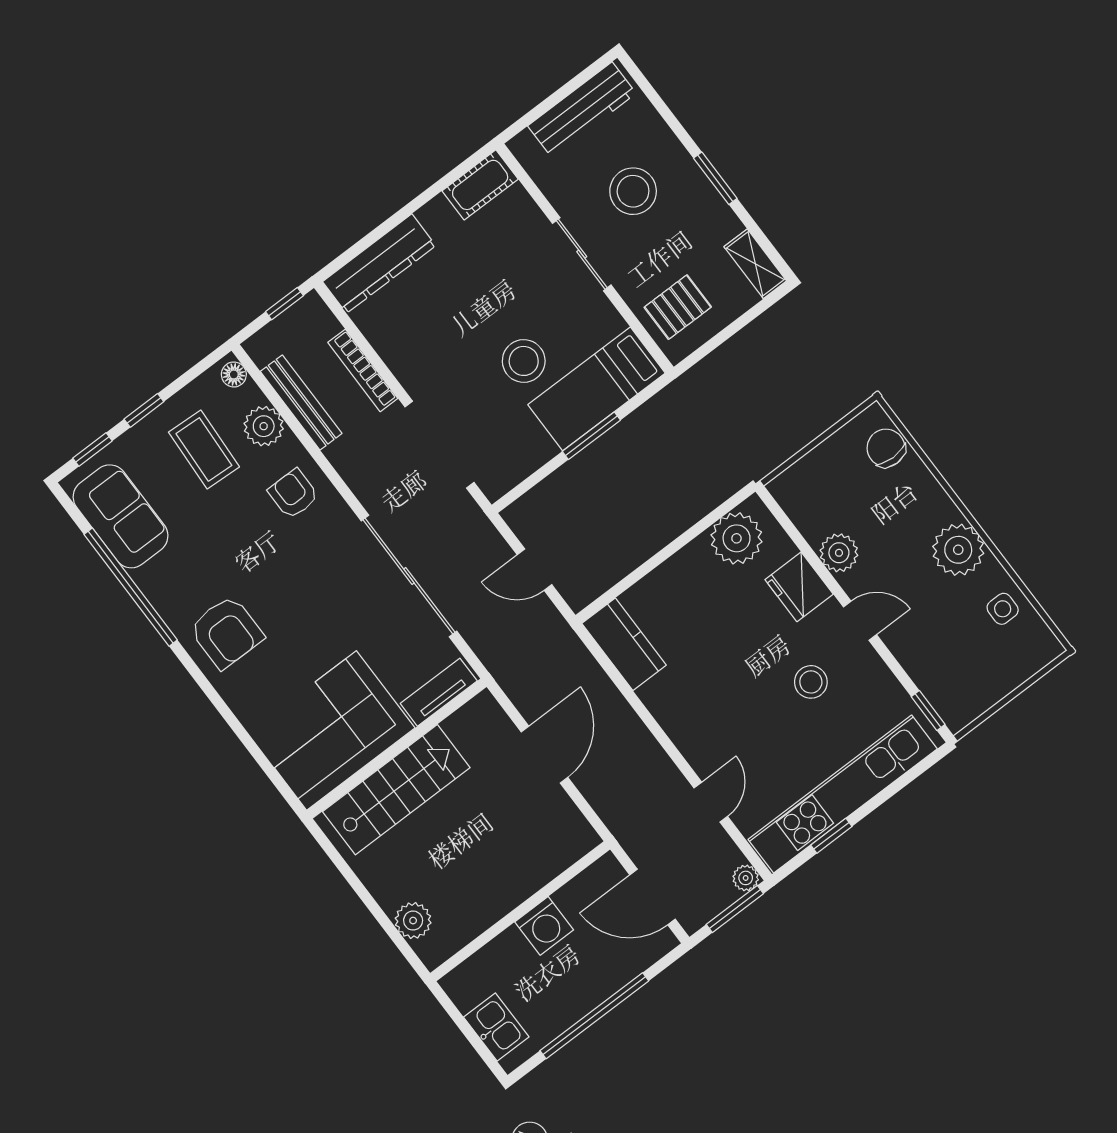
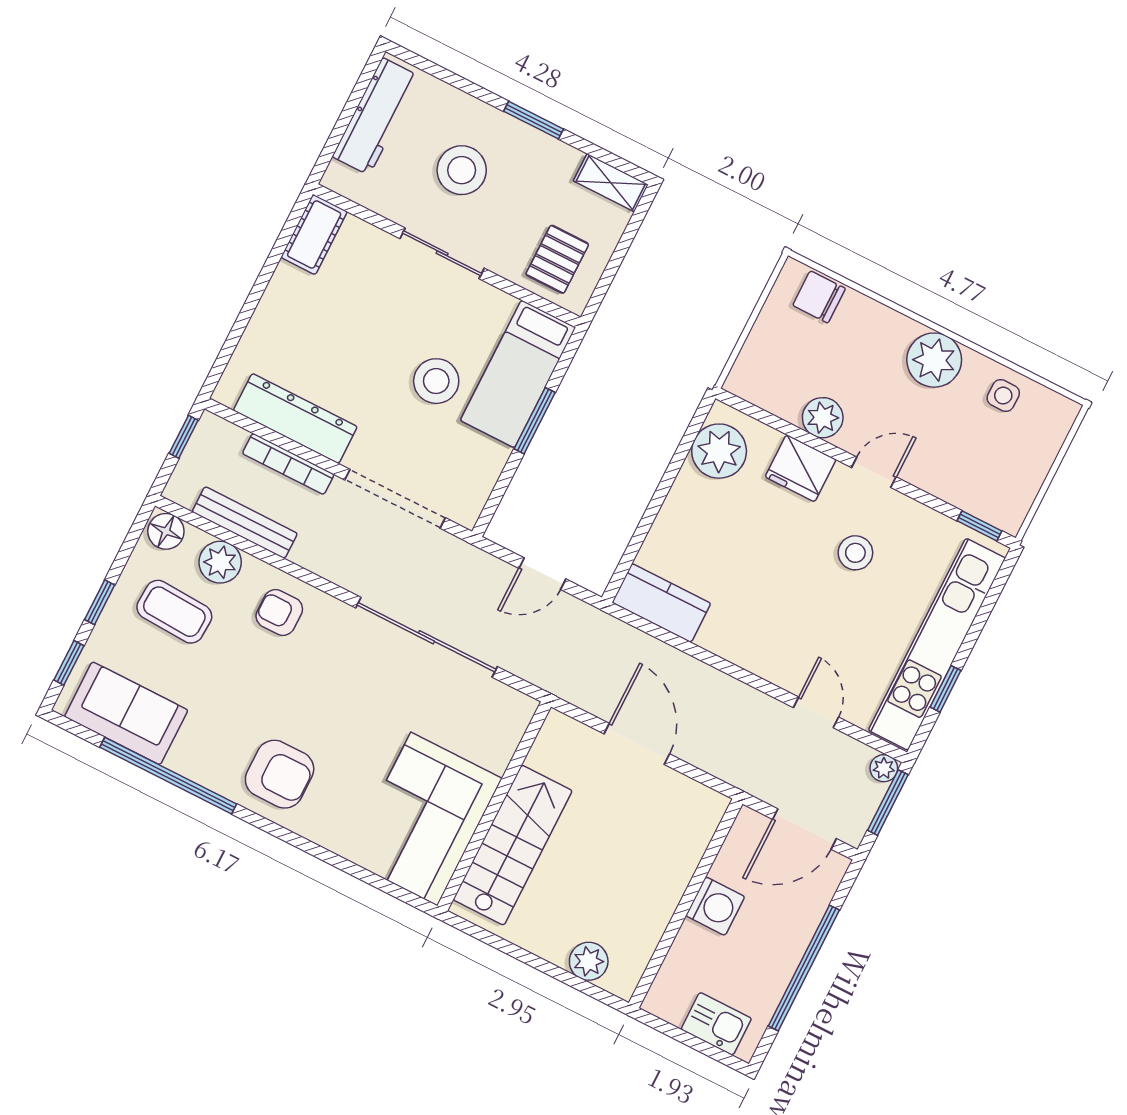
dresser: (379, 264) -> (295, 418), moved, turned -90
floor lamp: (234, 374) -> (166, 531), width x1.37, depth x1.37
tv unit: (439, 692) -> (508, 734), removed

